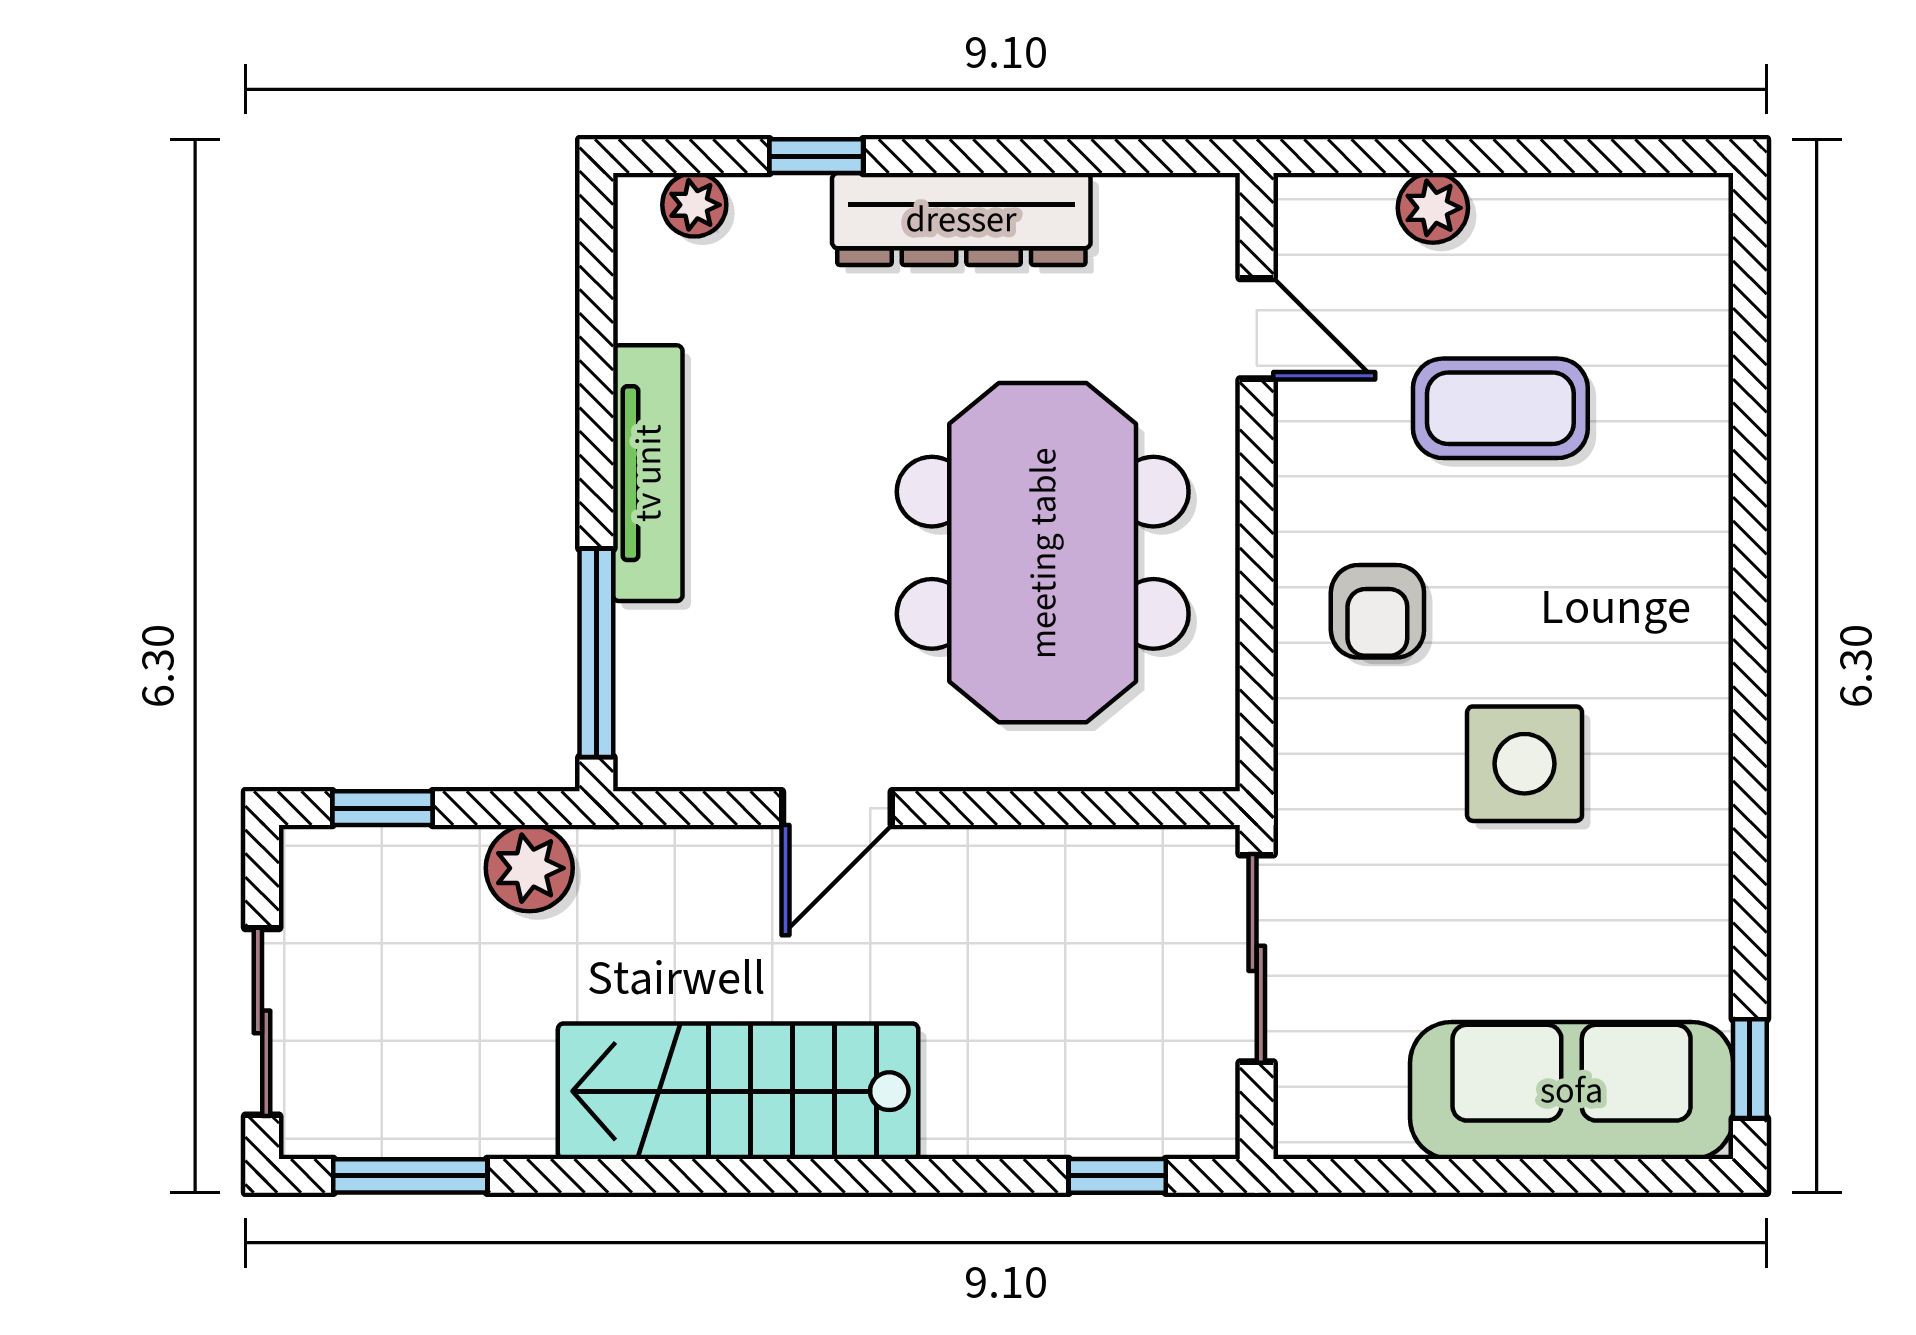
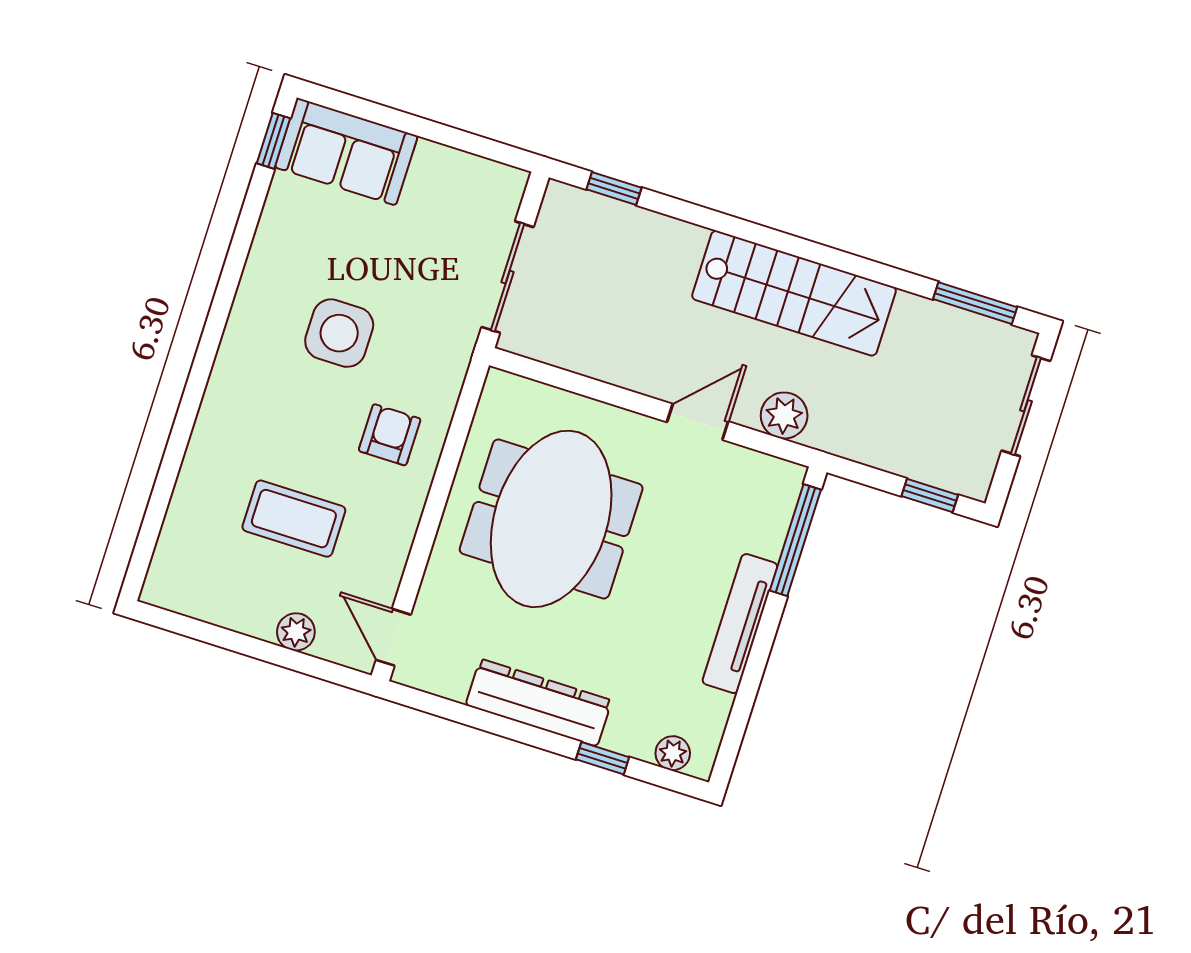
door: (1257, 329) -> (393, 637), moved
plant: (529, 868) -> (784, 415), moved
sofa: (1572, 1090) -> (346, 152), width x0.73

